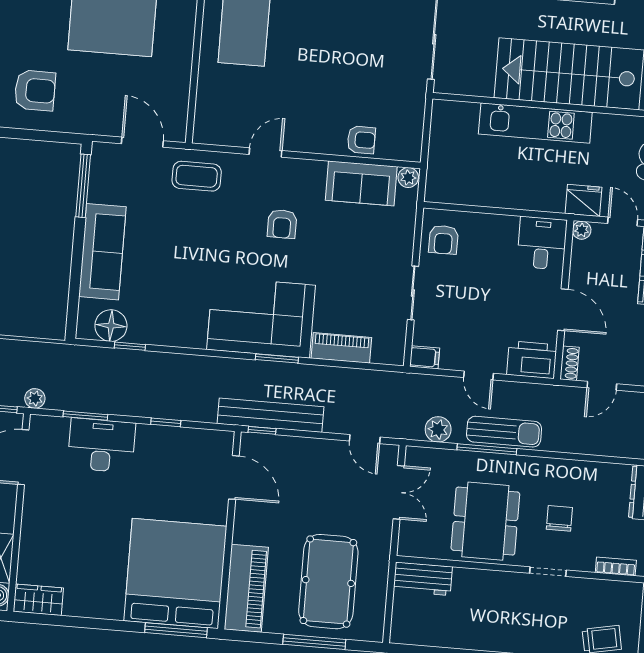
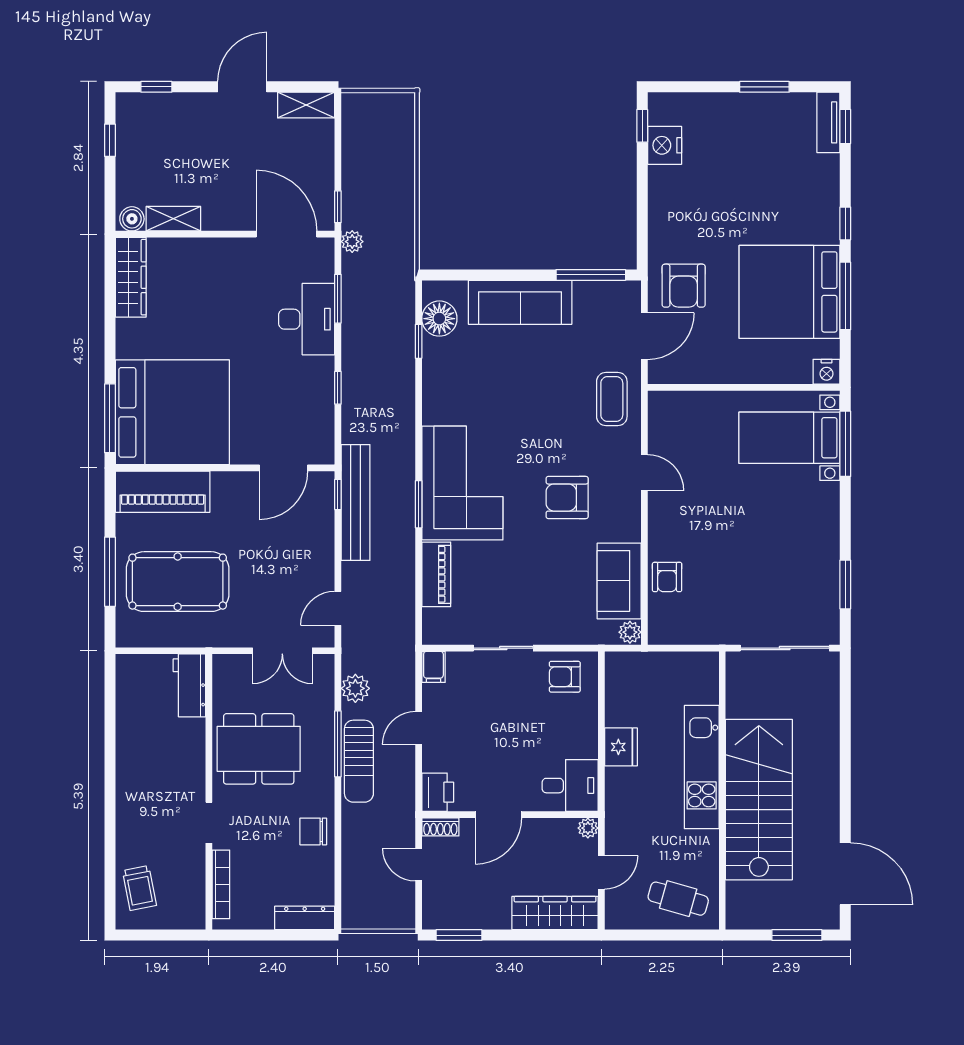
armchair: (35, 90) -> (684, 286), moved
fridge: (583, 200) -> (621, 747), moved
armchair: (282, 224) -> (567, 498), width x1.38, depth x1.38
printer: (532, 360) -> (438, 792), width x0.73, depth x0.84
chair: (559, 518) -> (313, 831), moved, turned 180
bookcase: (616, 566) -> (221, 884), width x1.56
wardrobe: (38, 600) -> (131, 277), width x1.50

